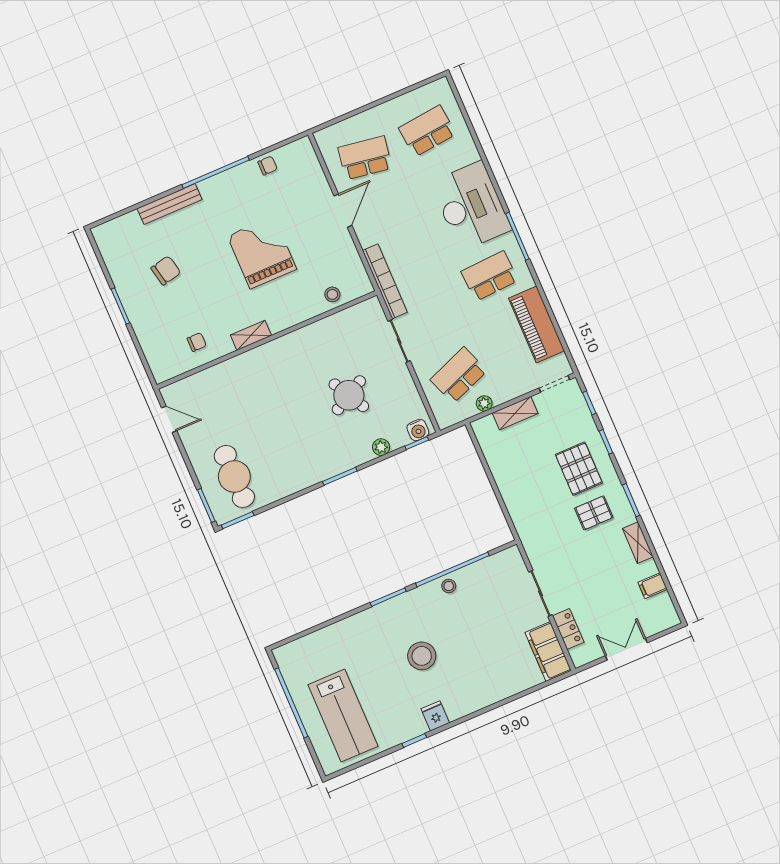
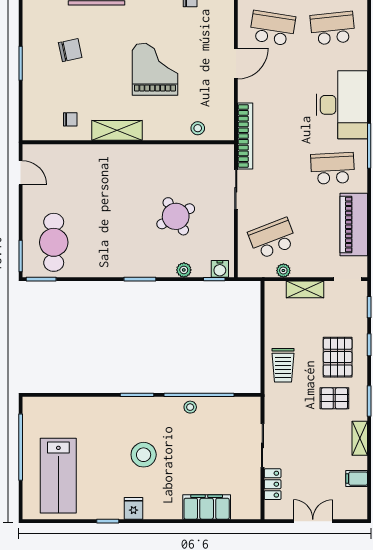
shelving: (251, 335) -> (117, 130), width x1.50, depth x1.33
trolley: (526, 501) -> (283, 365), added
filing cabinet: (548, 652) -> (207, 507), moved, turned 90

